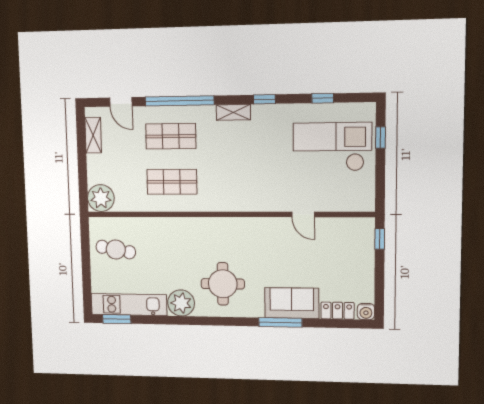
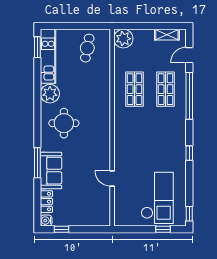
window: (323, 98) -> (189, 214), moved
shelving: (233, 112) -> (181, 132), removed
door: (303, 214) -> (112, 179), hinge flipped
window: (380, 239) -> (62, 229), moved

